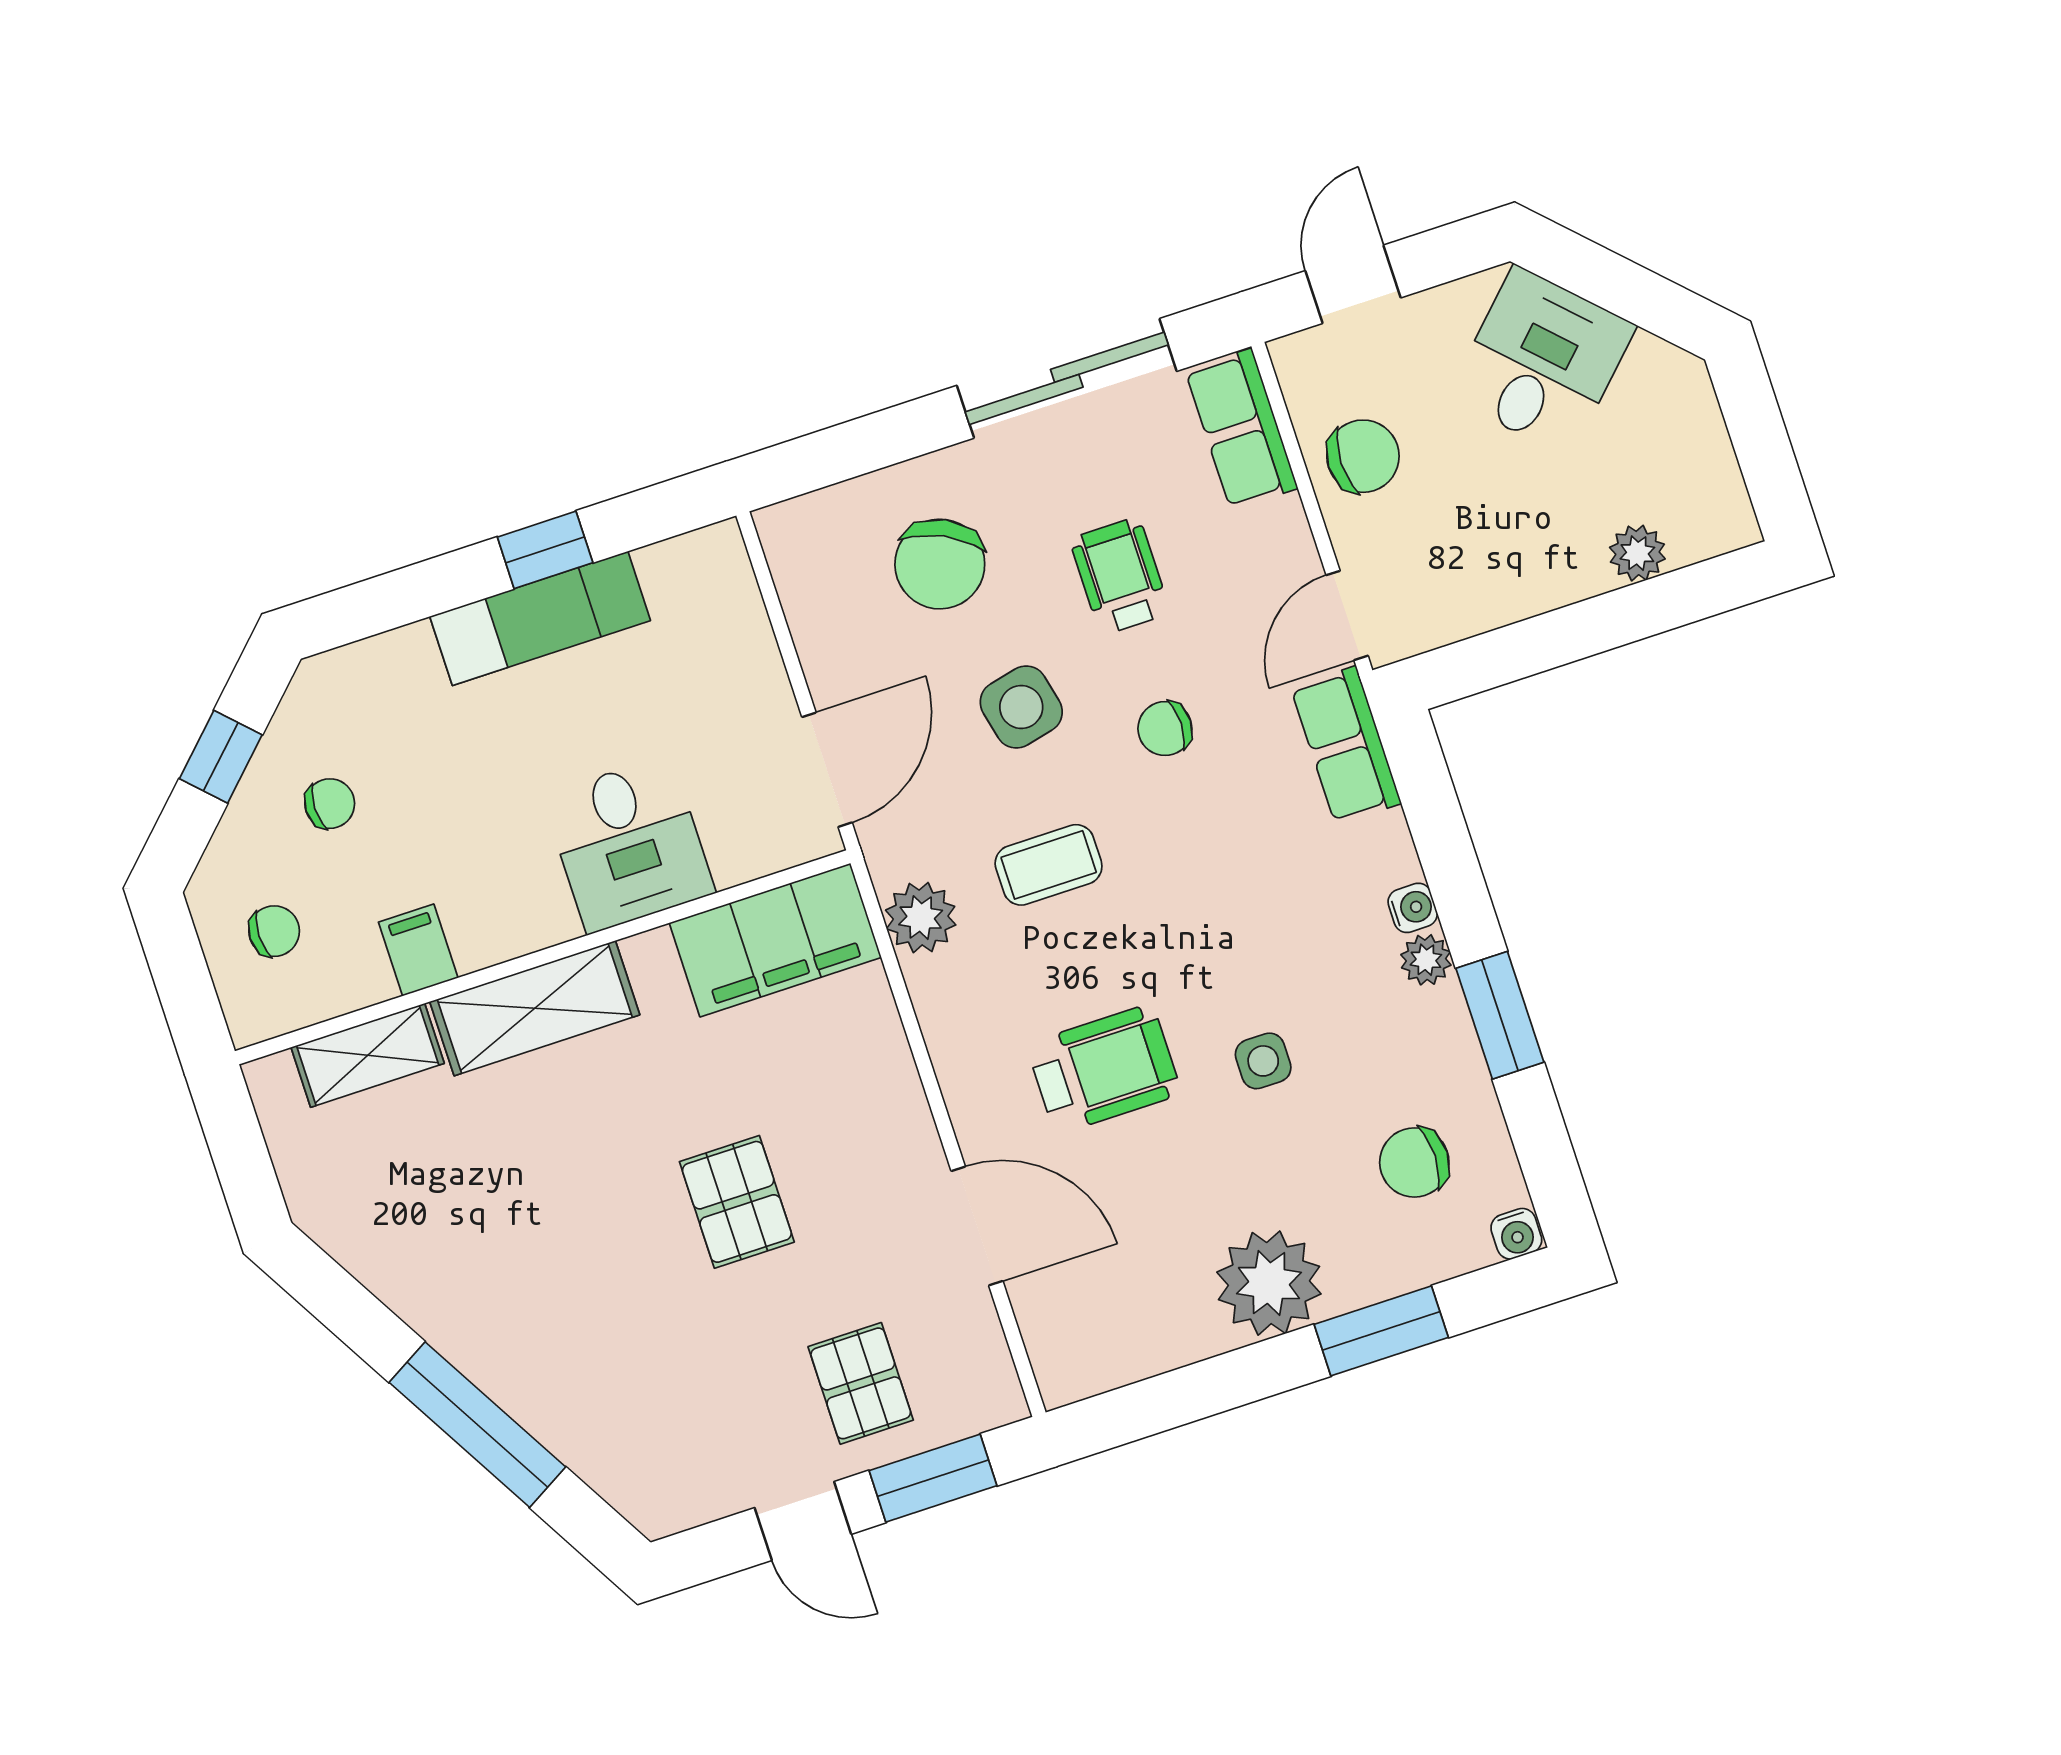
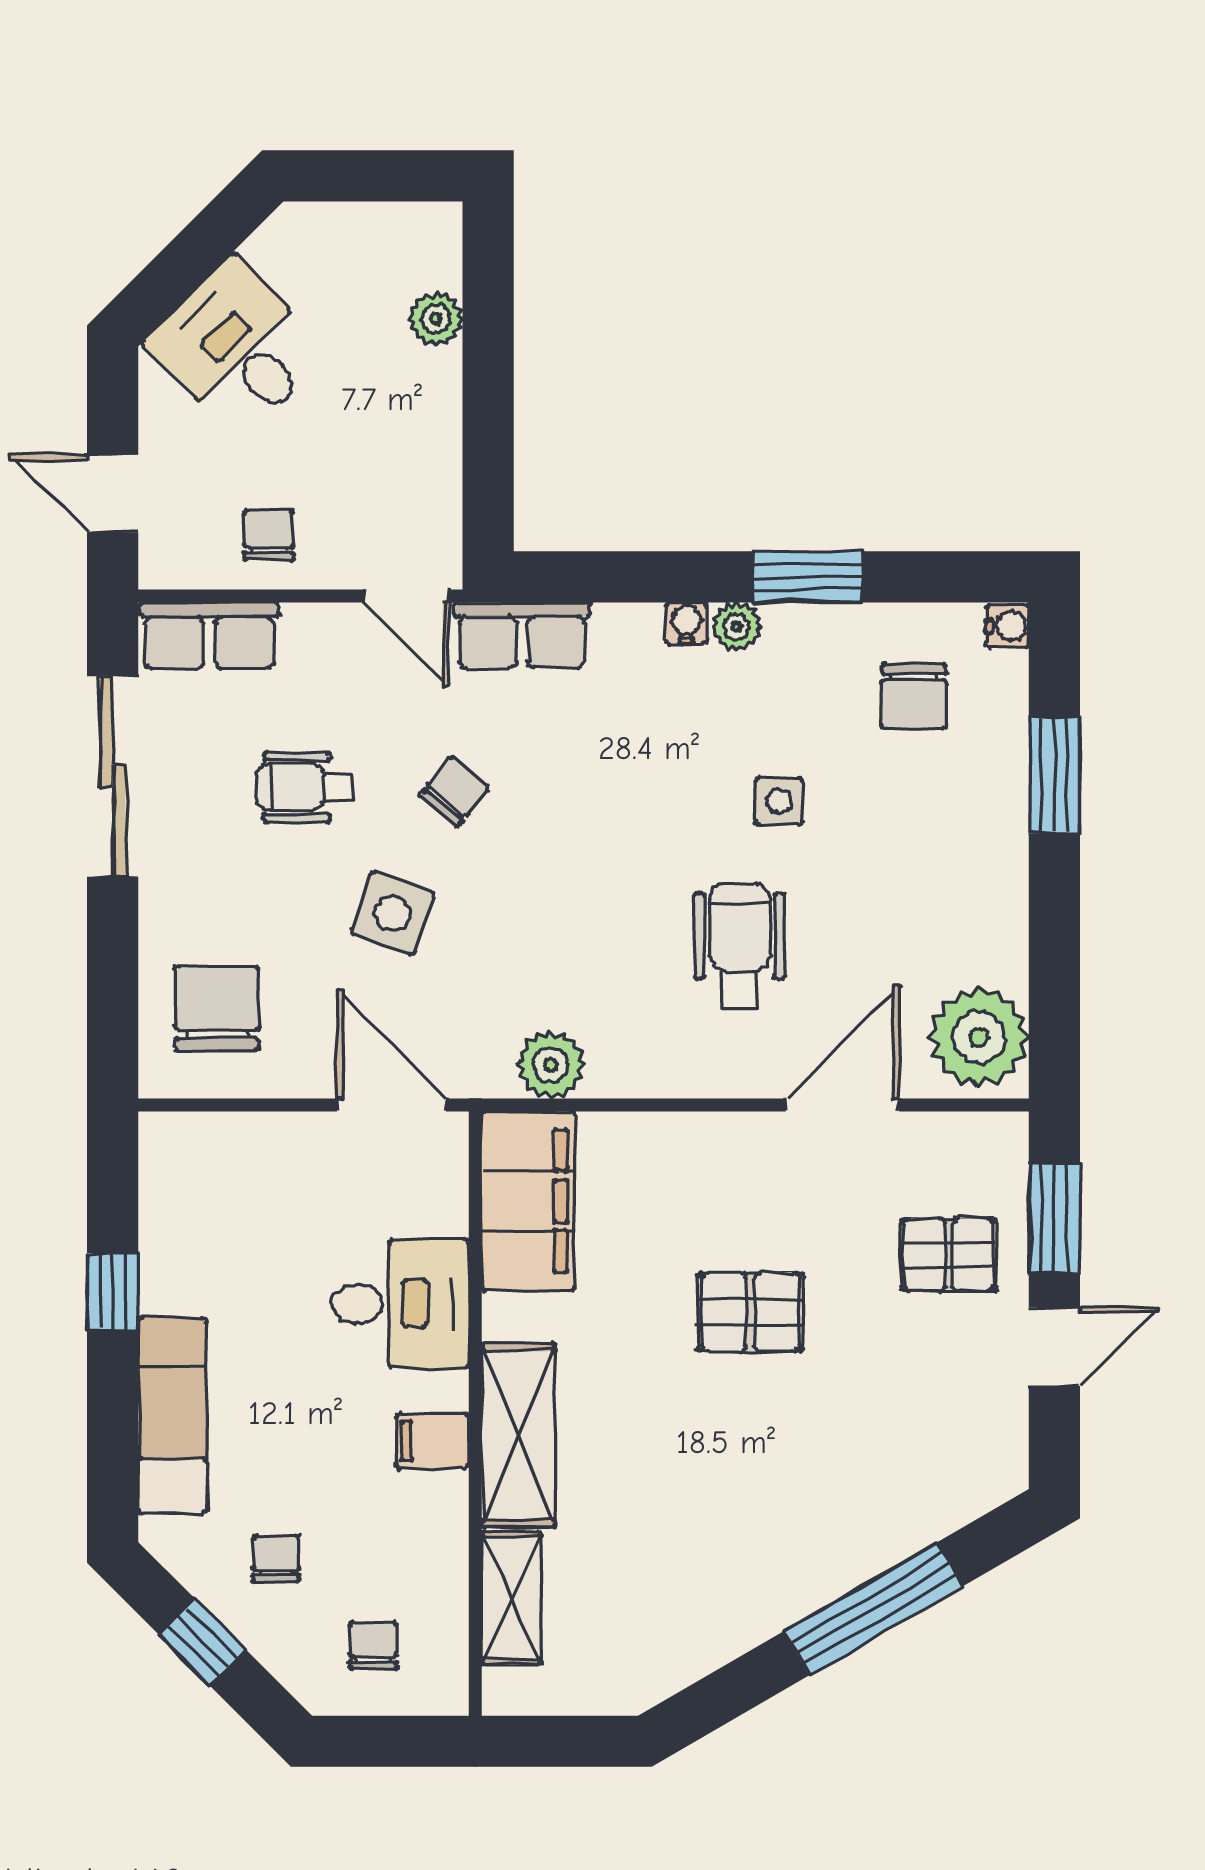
chair: (1363, 456) -> (269, 535), width x0.73, depth x0.73
chair: (940, 564) -> (217, 1008), moved, turned -116
exam couch: (540, 618) -> (172, 1415), moved
side table: (1021, 707) -> (392, 913), turned 32
chair: (1165, 729) -> (454, 791), turned -142
coffee table: (1049, 865) -> (541, 935), removed
filing cabinet: (418, 950) -> (432, 1441), moved
plant: (1269, 1283) -> (979, 1037), moved

